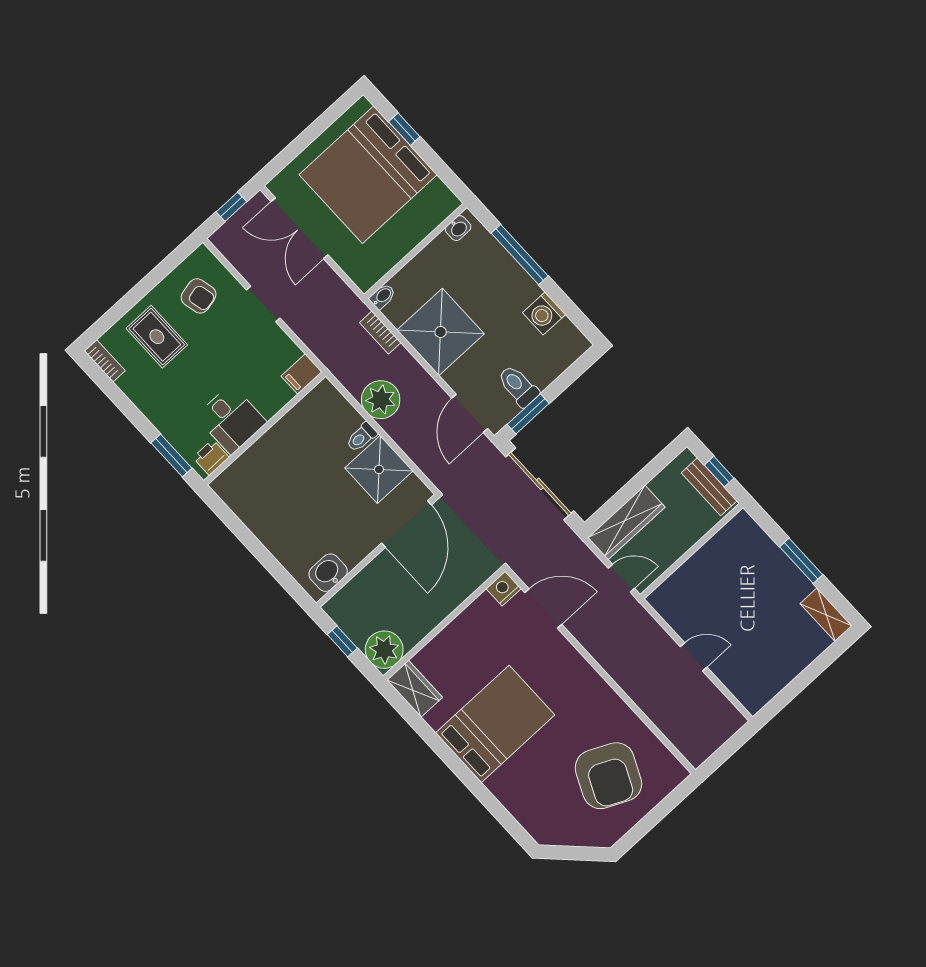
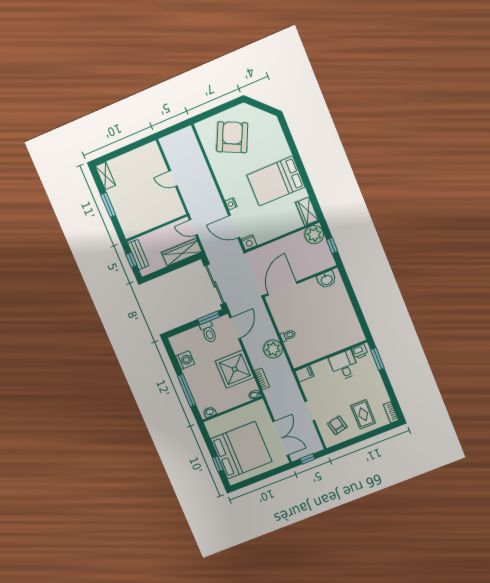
shower: (379, 469) -> (286, 318), removed
nightstand: (565, 650) -> (231, 204), added

